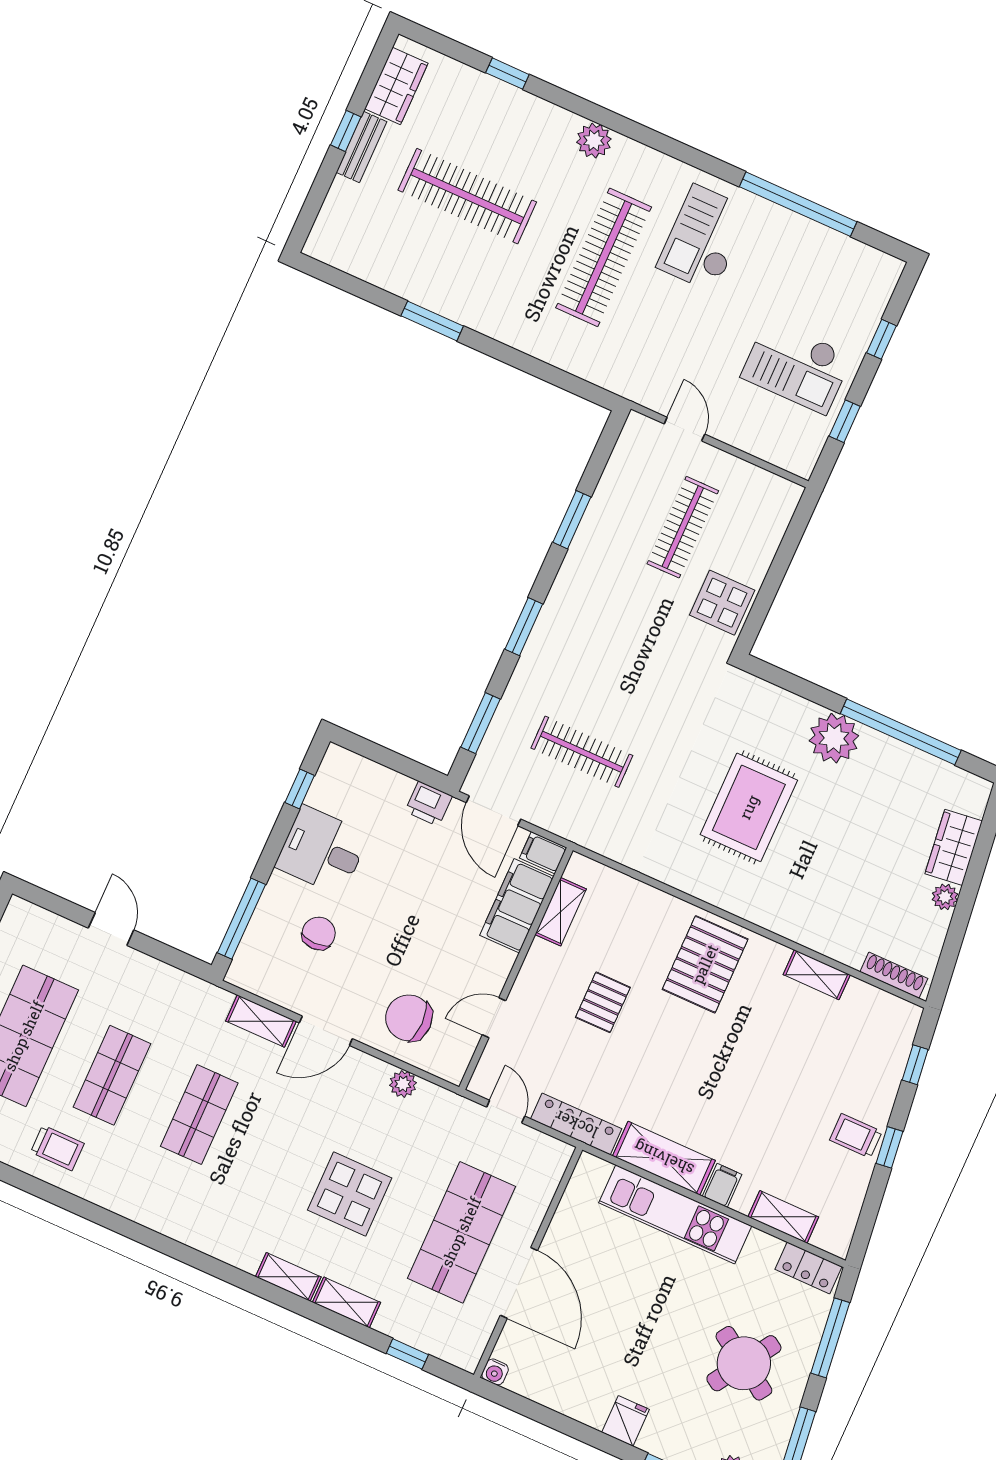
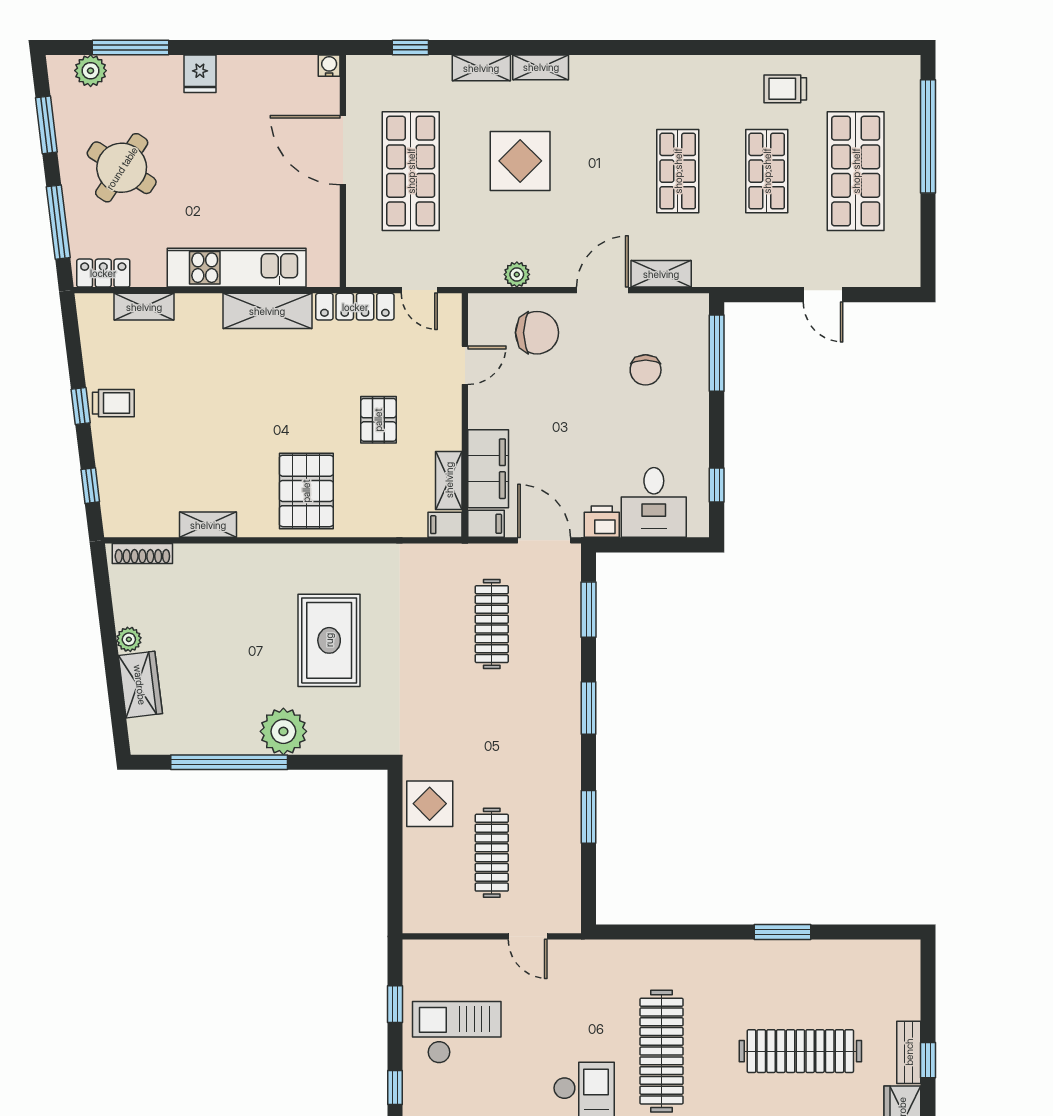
clothes rail: (582, 752) -> (492, 624), turned 90
desk: (322, 851) -> (654, 502), moved, turned 90
filing cabinet: (722, 1185) -> (445, 525), moved, turned 90

